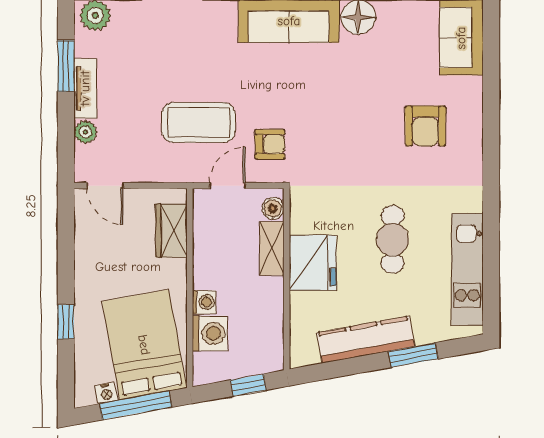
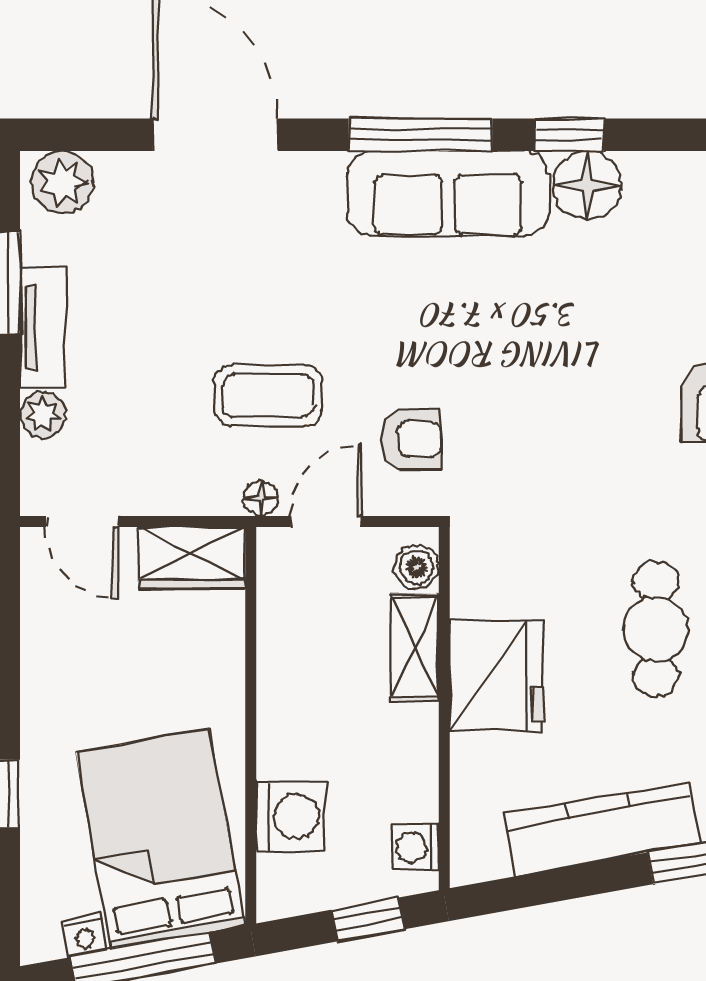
coffee table: (199, 123) -> (268, 396), width x0.73, depth x0.76
floor lamp: (195, 174) -> (261, 499), added
wardrobe: (171, 231) -> (192, 558), moved, turned -90
washing machine: (204, 302) -> (415, 847), moved, turned 180

